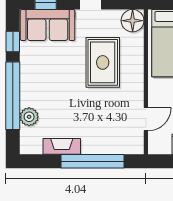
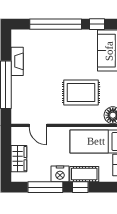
plant: (29, 117) -> (40, 36), removed

